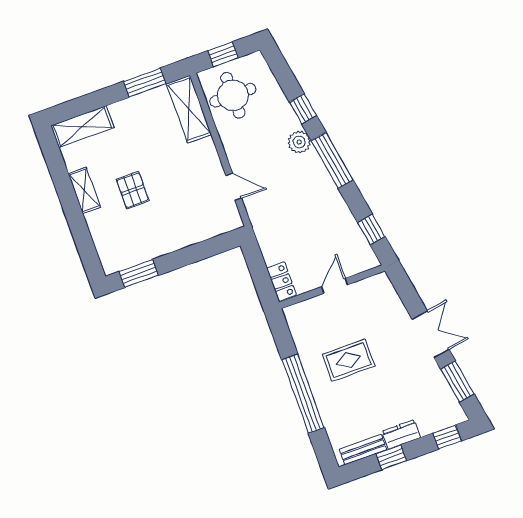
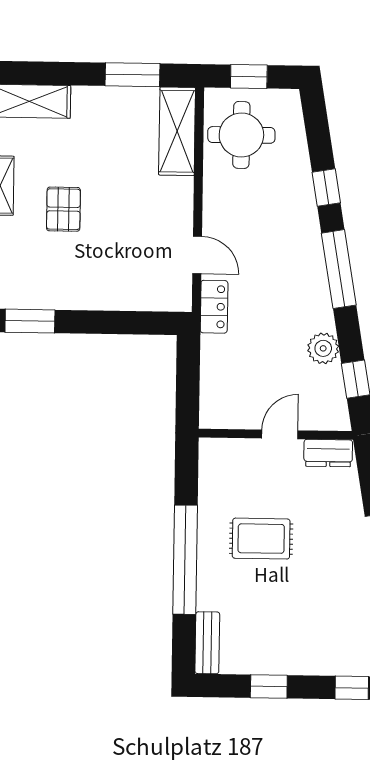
plant: (299, 142) -> (323, 348), moved
locker: (282, 282) -> (214, 307), moved
dresser: (401, 434) -> (328, 453), moved, turned 180
bench: (363, 450) -> (207, 643), moved, turned 90

